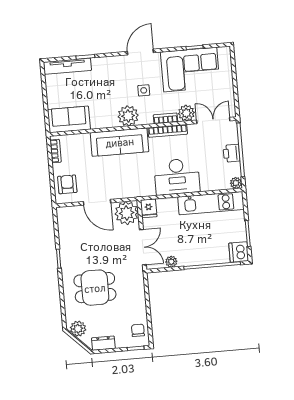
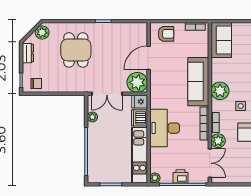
dishwasher: (239, 252) -> (140, 118), moved, turned -90

